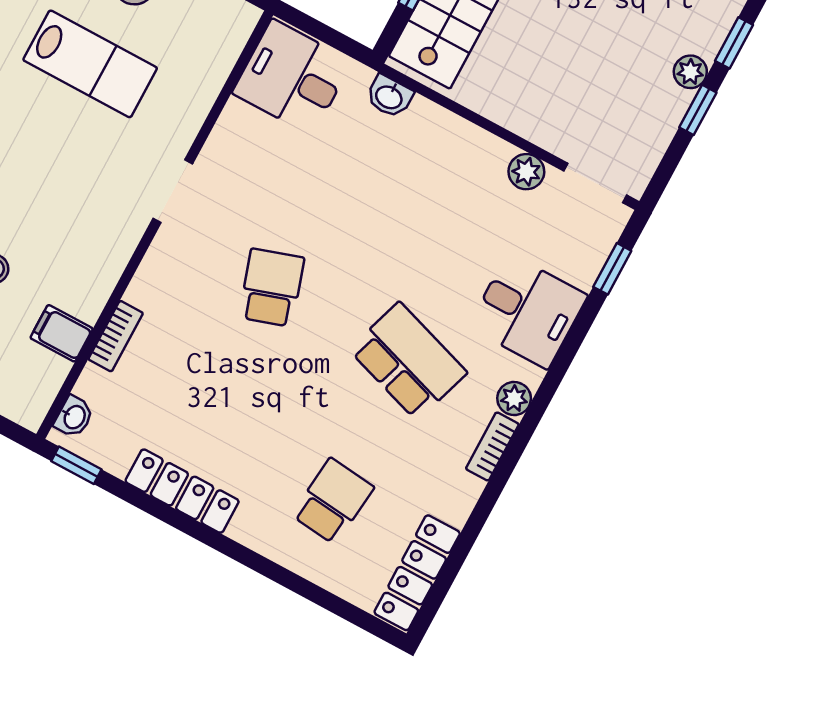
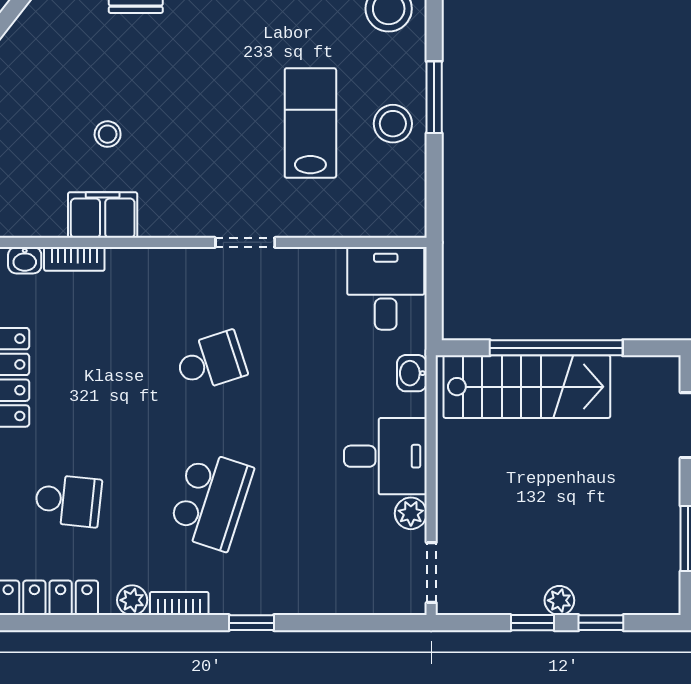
lab bench: (90, 64) -> (310, 123), turned 180
window: (612, 269) -> (251, 623), moved
desk: (528, 311) -> (385, 456), moved, turned -90
filing cabinet: (62, 333) -> (103, 215), width x2.00
bookcase: (116, 336) -> (74, 259), moved
plant: (514, 398) -> (132, 600), moved

